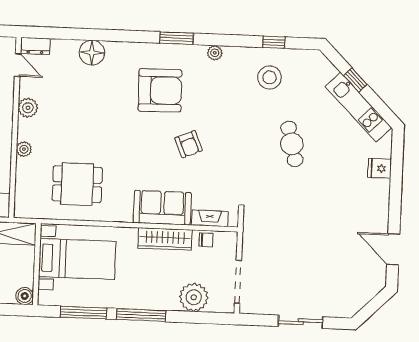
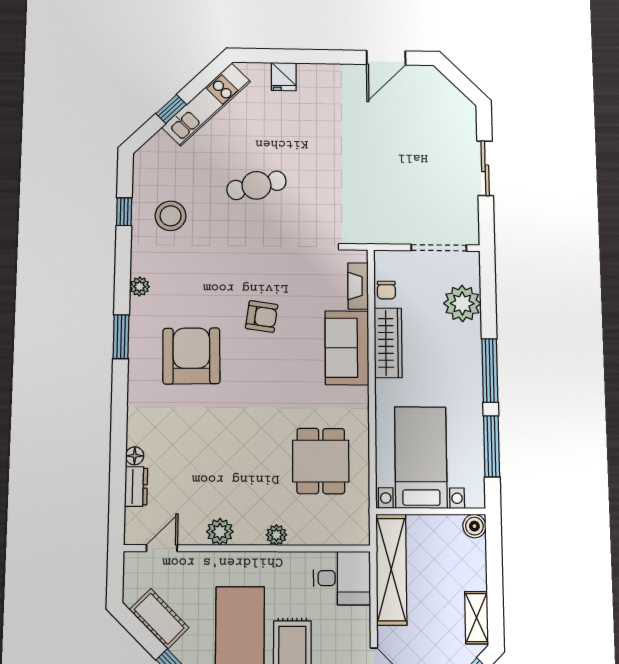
dresser: (35, 46) -> (136, 487), moved
floor lamp: (92, 53) -> (135, 456), width x0.53, depth x0.53
armchair: (189, 144) -> (262, 316), turned 31
chair: (206, 240) -> (386, 290), turned 180

